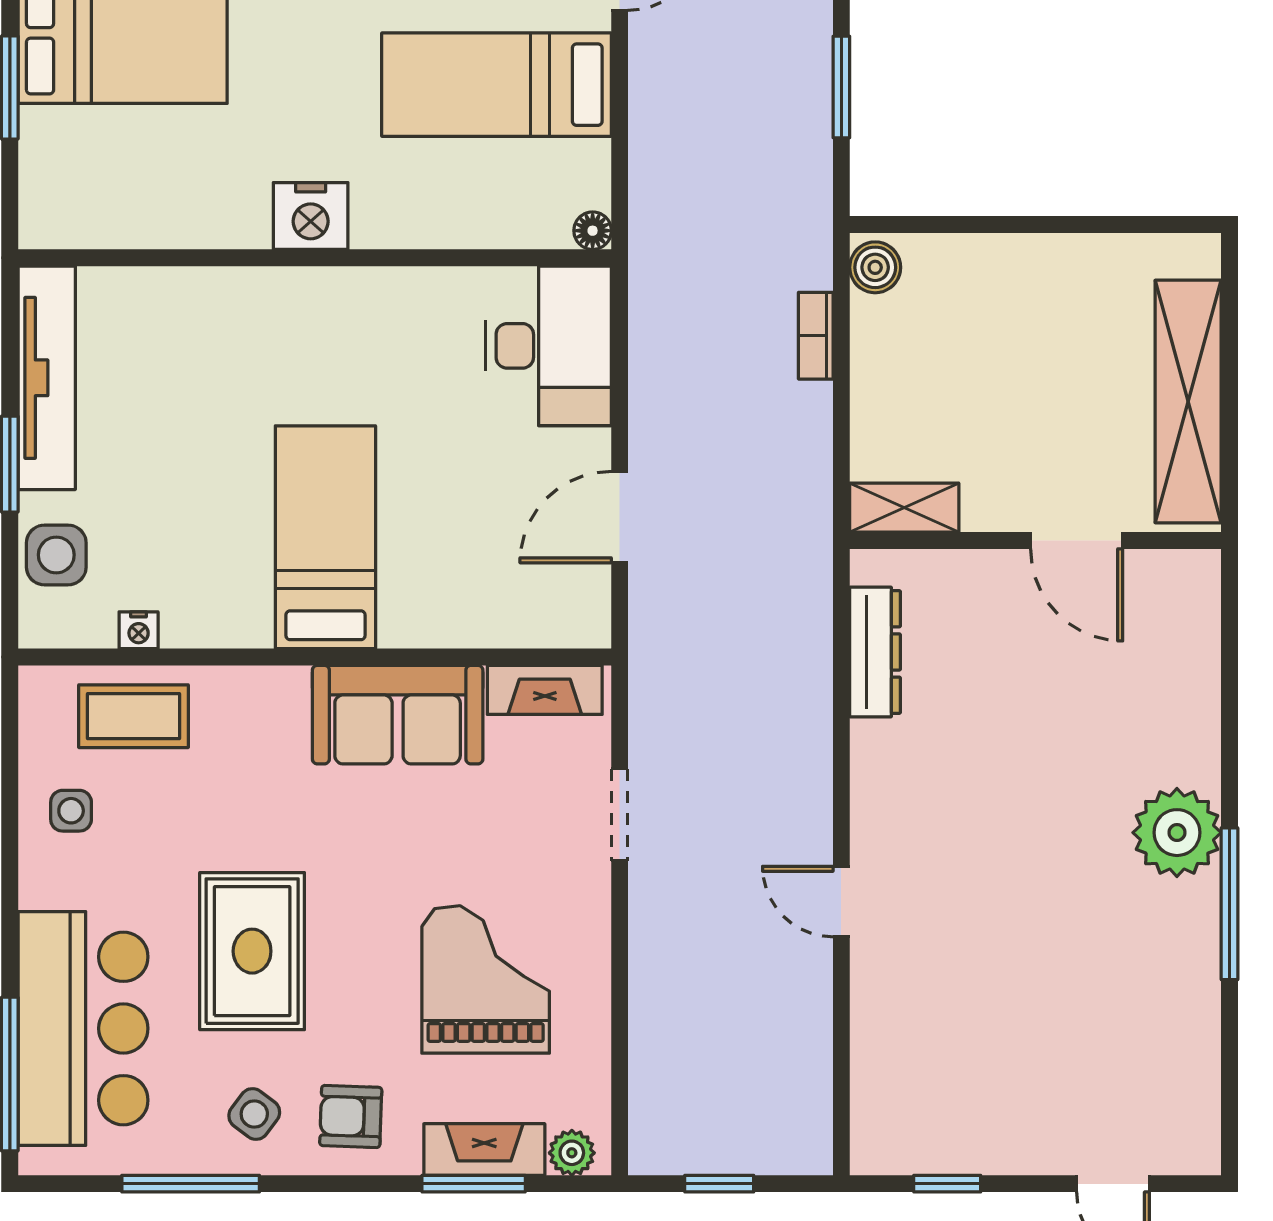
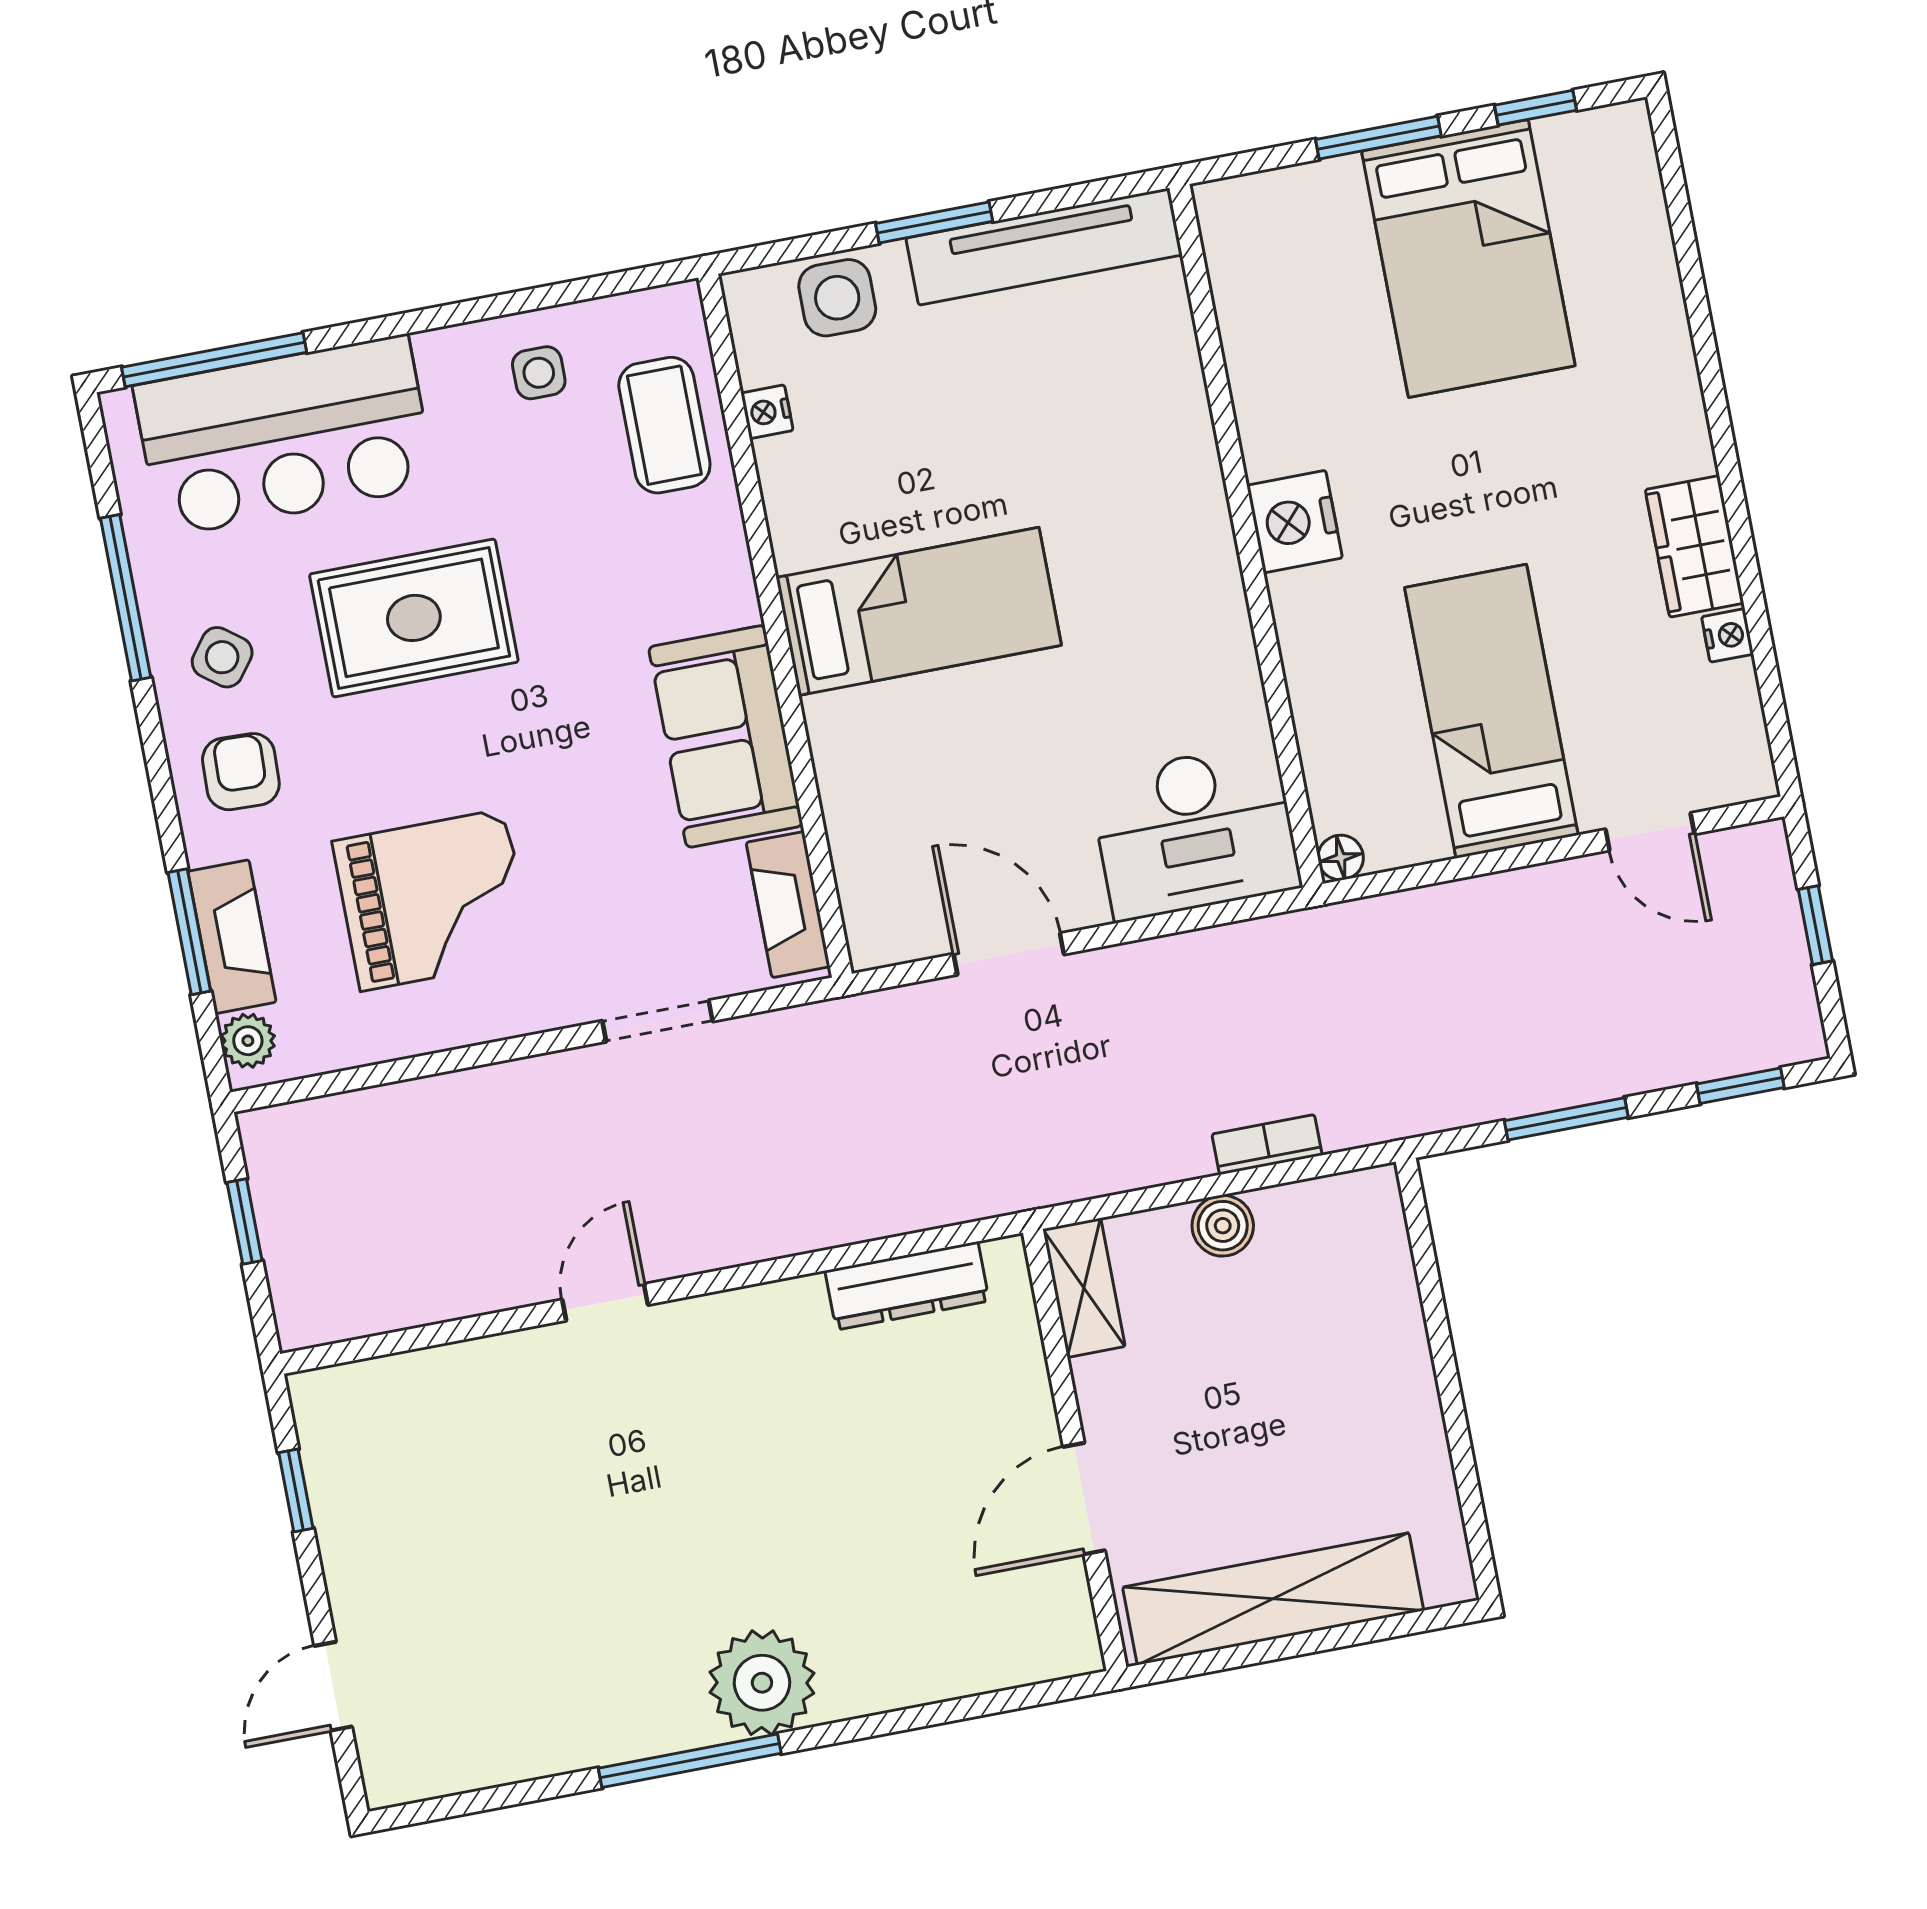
boiler: (875, 267) -> (1223, 1226), moved

